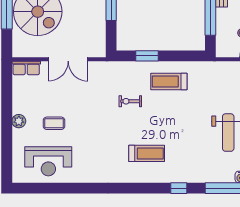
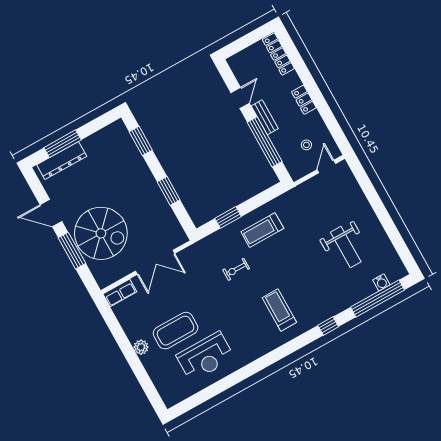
coffee table: (54, 123) -> (176, 331), width x1.86, depth x1.72
treadmill: (147, 153) -> (279, 310), turned -90
reception desk: (48, 161) -> (205, 357), moved

